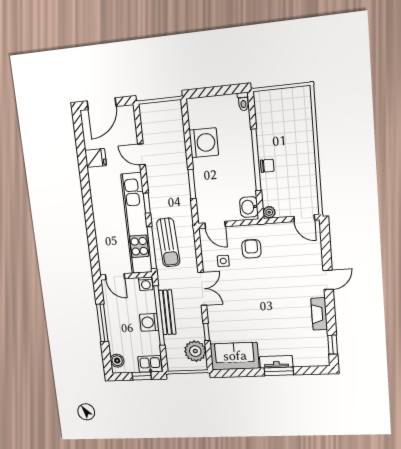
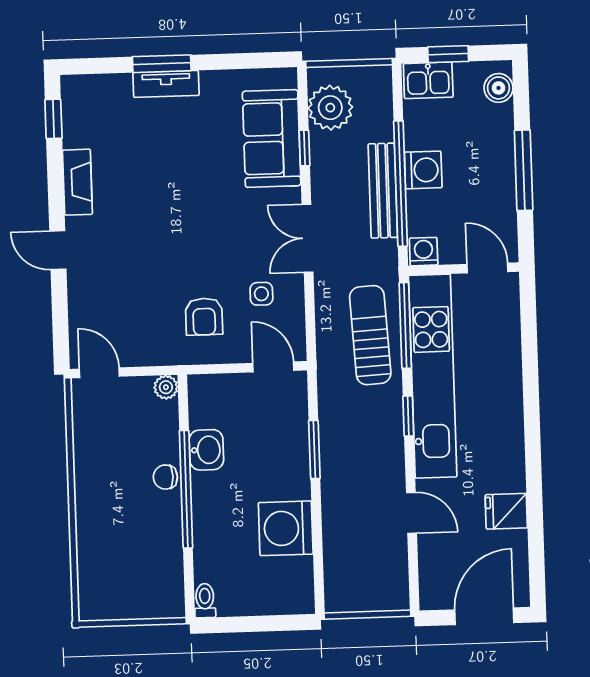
washbasin: (249, 207) -> (206, 450), moved
door: (328, 280) -> (58, 250), hinge flipped
sofa: (235, 356) -> (272, 138), moved, turned 90

